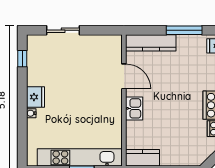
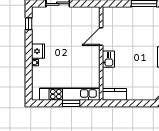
kitchen counter: (151, 43) -> (120, 13), removed
door: (124, 76) -> (101, 36), swing flipped

